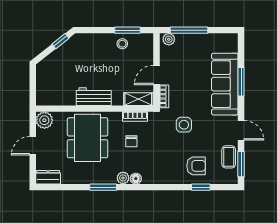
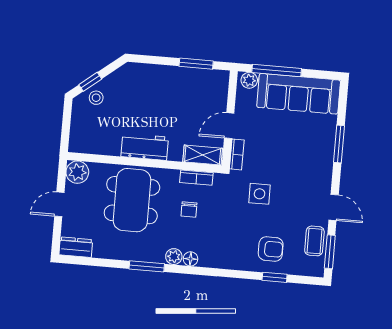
window: (60, 41) -> (90, 82), moved
stool: (122, 44) -> (96, 98), moved
sofa: (225, 84) -> (299, 94), moved, turned -90

